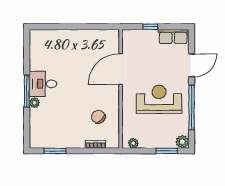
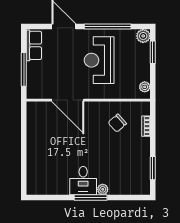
window: (150, 27) -> (24, 69), width x2.17

